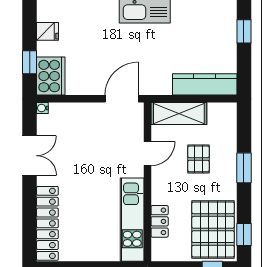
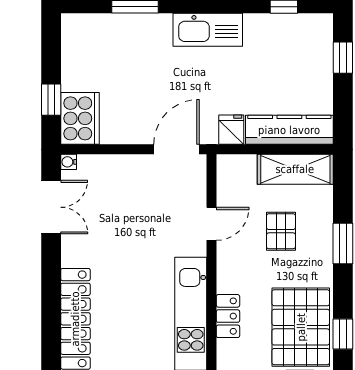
fridge: (48, 31) -> (231, 130), moved, turned -90
shelving: (179, 113) -> (295, 169), moved
double door: (30, 156) -> (51, 207), moved

